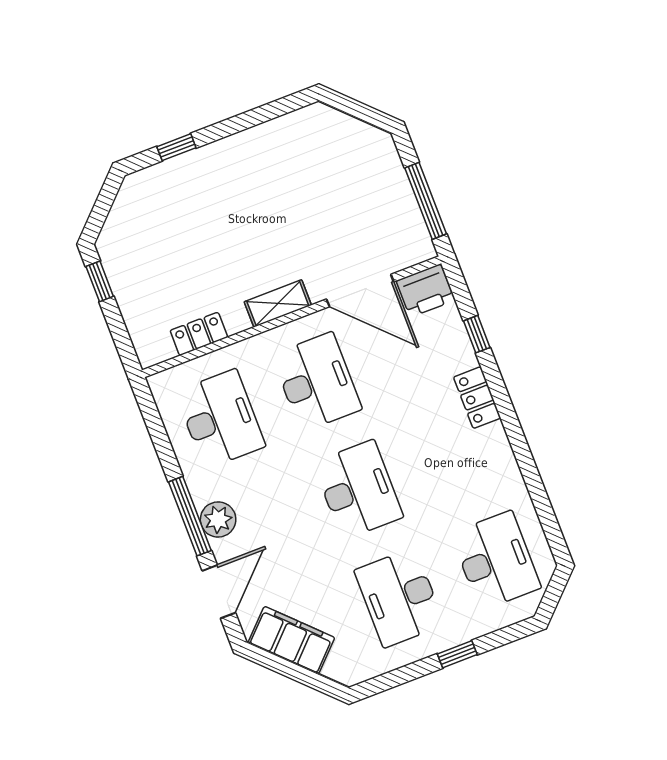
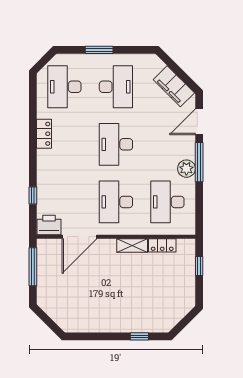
window: (100, 281) -> (199, 266), moved
door: (360, 291) -> (79, 237), swing flipped
shelving: (278, 304) -> (132, 245), moved
locker: (477, 398) -> (44, 134), moved
plant: (218, 519) -> (186, 169), moved
window: (457, 654) -> (99, 50), width x1.50

